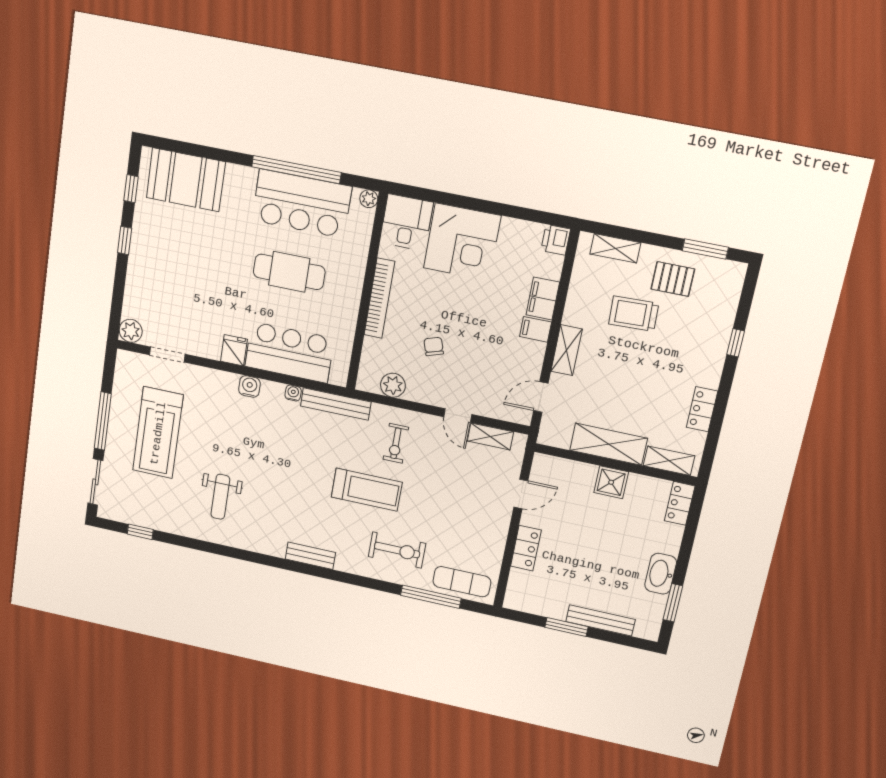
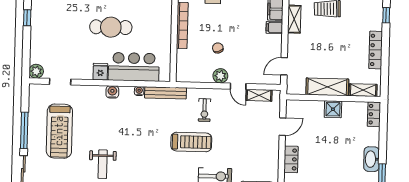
cafe table: (289, 272) -> (111, 27), moved
shelving: (567, 350) -> (294, 19), moved
plant: (393, 385) -> (220, 76), moved
locker: (702, 409) -> (376, 50), width x1.53

